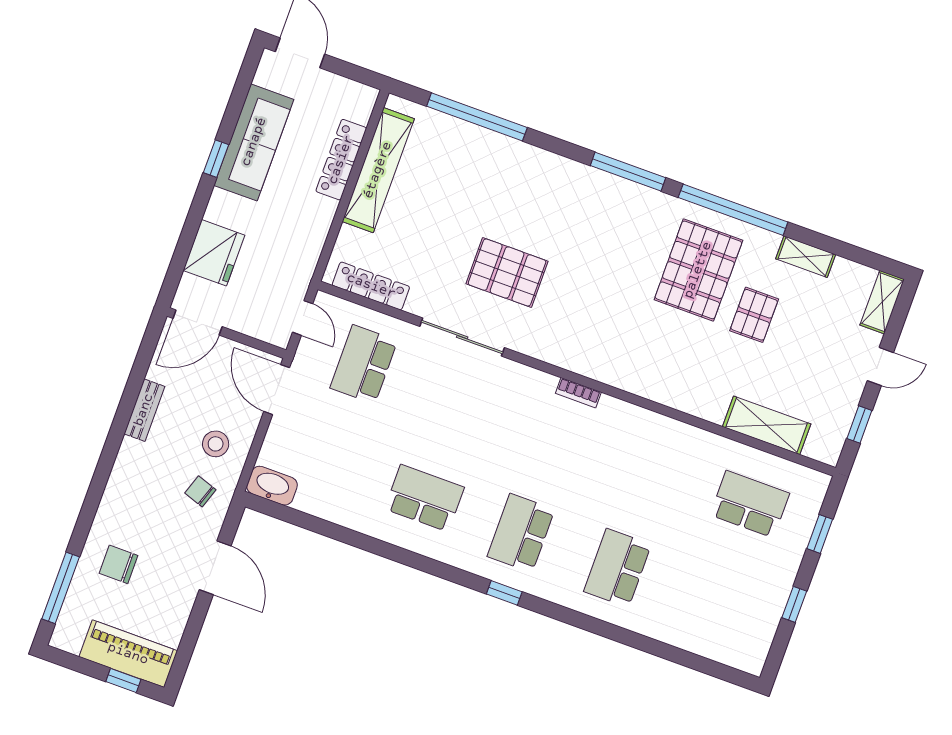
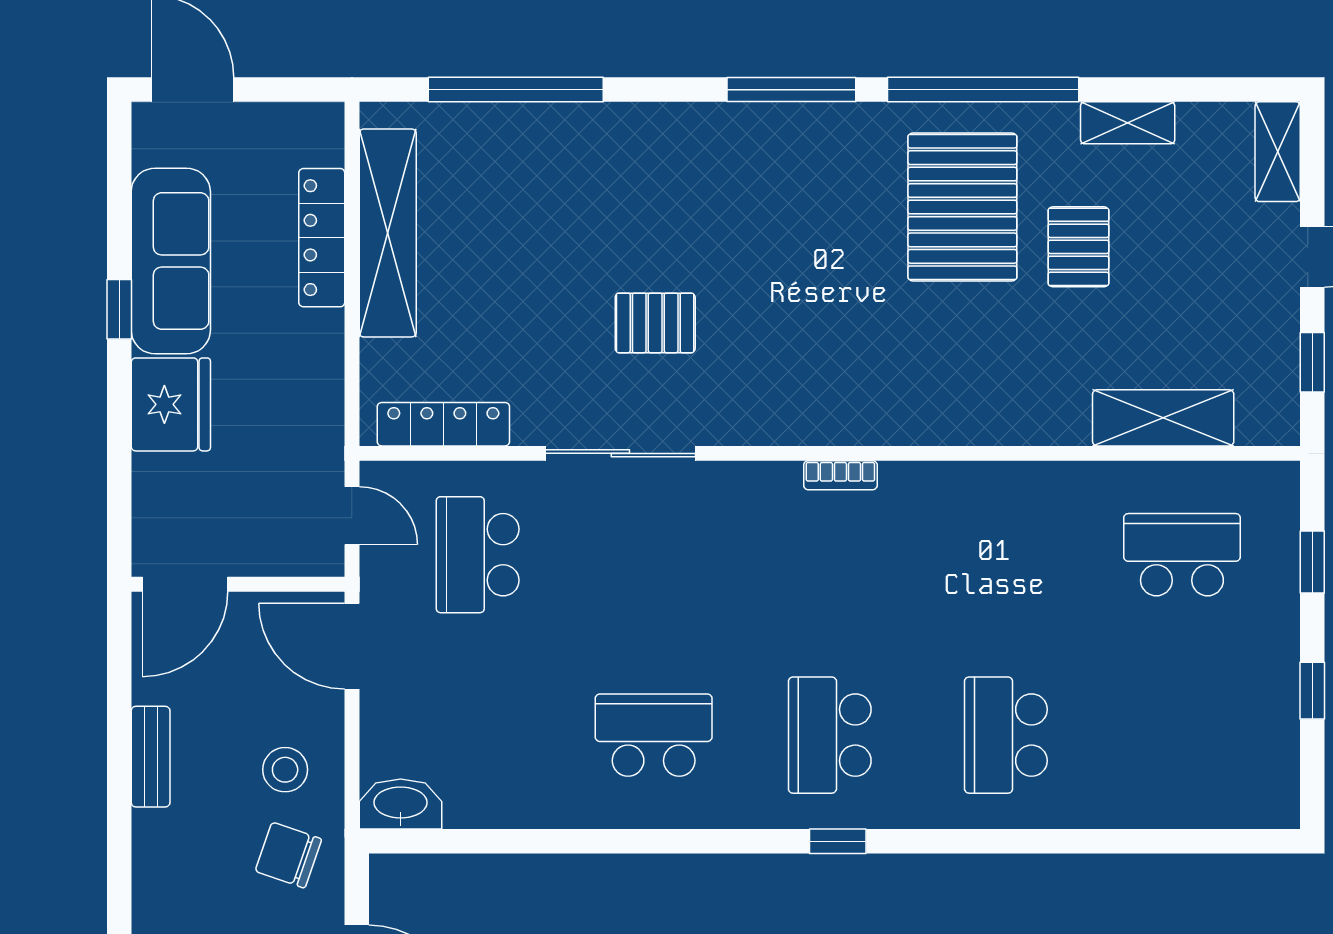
fridge: (214, 253) -> (171, 404), moved
pallet: (507, 273) -> (655, 323), width x0.67, depth x0.71
chair: (200, 491) -> (288, 855), width x1.37, depth x1.37

